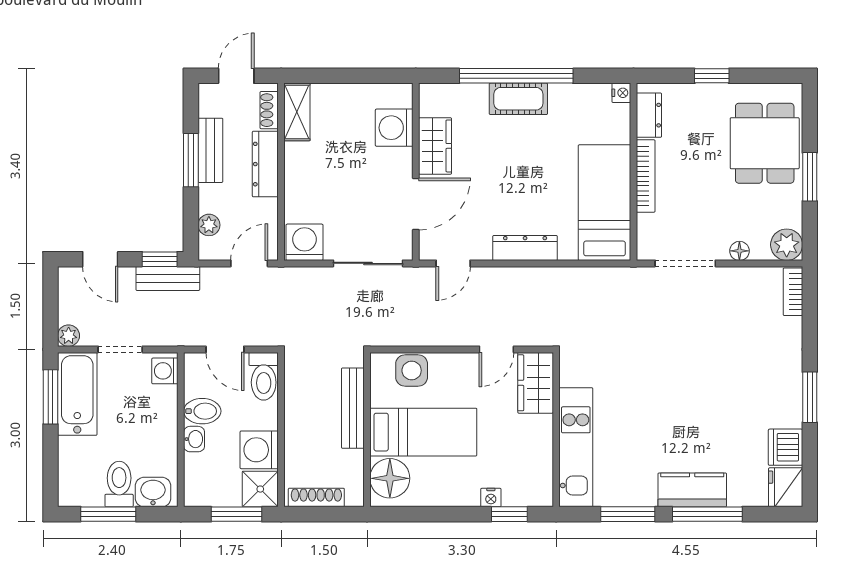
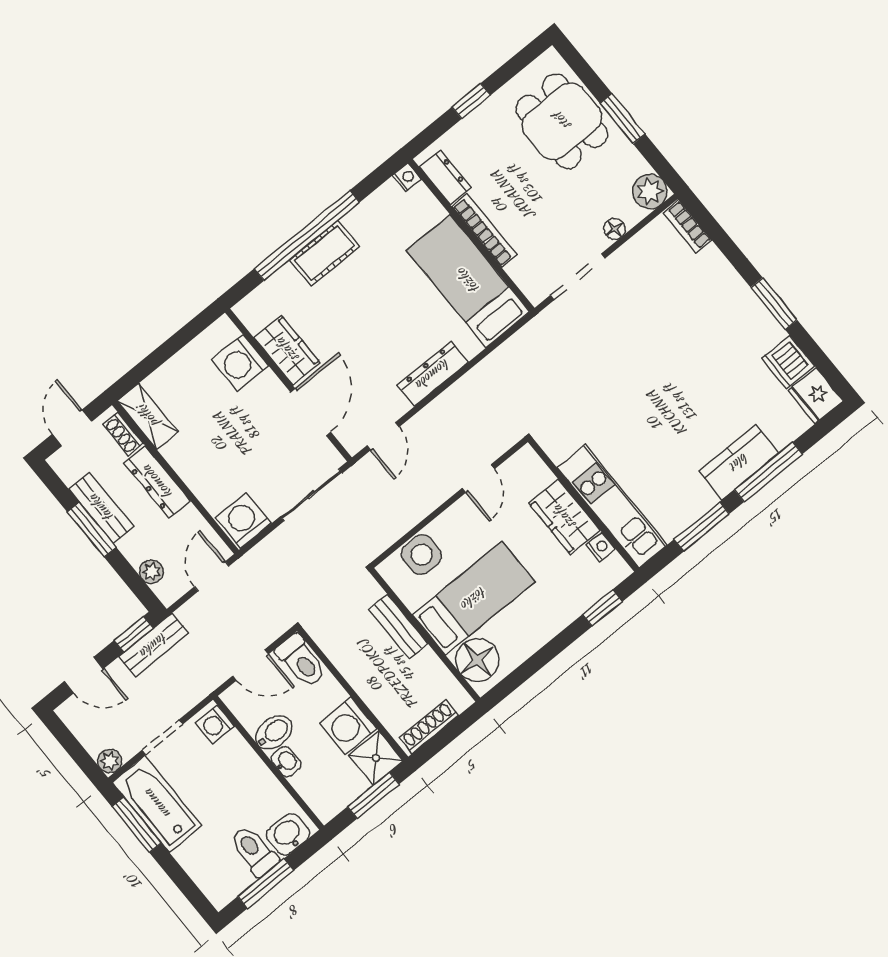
wardrobe: (536, 383) -> (564, 517), moved
bench: (353, 408) -> (398, 626), width x0.73
nightstand: (491, 498) -> (601, 547), moved, turned -90

